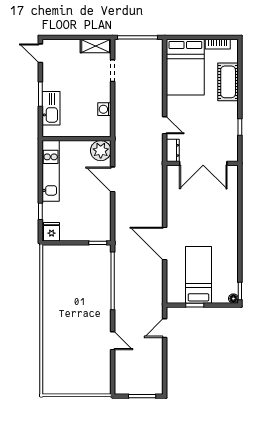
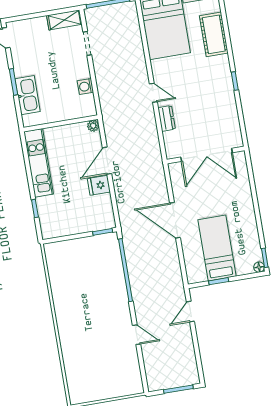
plant: (101, 151) -> (93, 126), width x0.53, depth x0.53
wall: (202, 163) -> (206, 155), moved
double door: (203, 163) -> (207, 155), moved
door: (113, 179) -> (107, 161), hinge flipped
fridge: (52, 232) -> (99, 185), moved, turned -90

